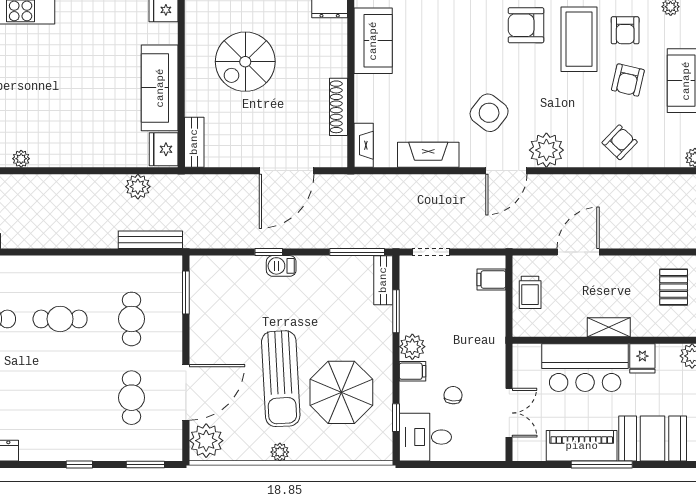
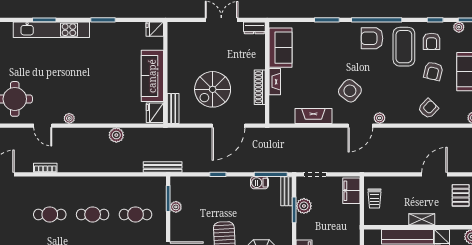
spiral stairs: (245, 62) -> (213, 89), moved
fireplace: (364, 145) -> (275, 82), moved
plant: (546, 150) -> (380, 118), width x0.53, depth x0.53
plant: (138, 187) -> (116, 135), moved
bench: (150, 240) -> (163, 167), moved
door: (578, 252) -> (434, 174), moved
barbecue: (281, 266) -> (259, 183), moved
filing cabinet: (491, 279) -> (351, 191), width x2.00
plant: (199, 306) -> (176, 207), added
cafe table: (132, 319) -> (135, 214), turned 90
plant: (412, 347) -> (304, 206), moved

